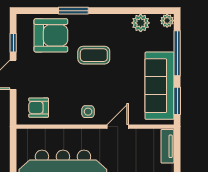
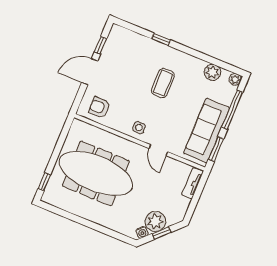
window: (73, 11) -> (161, 39), width x0.67
armchair: (51, 35) -> (134, 52), removed
coffee table: (94, 55) -> (163, 83), turned 90
door: (118, 127) -> (158, 150), swing flipped

